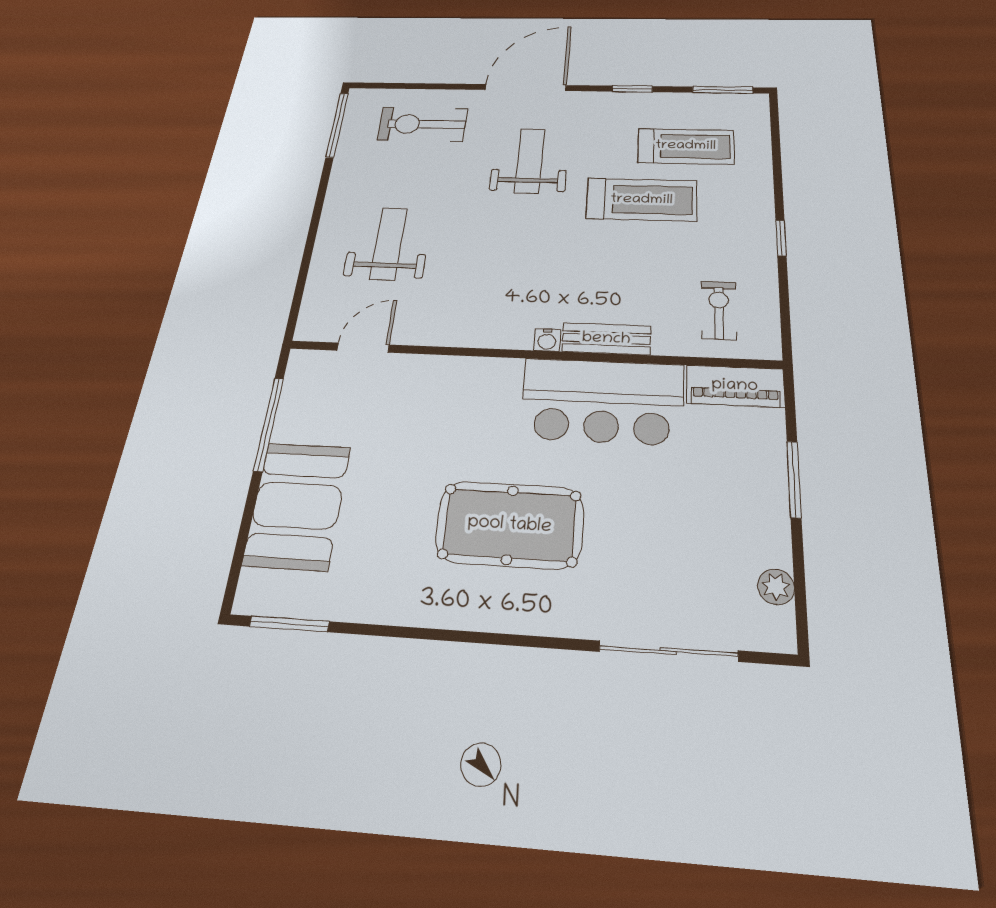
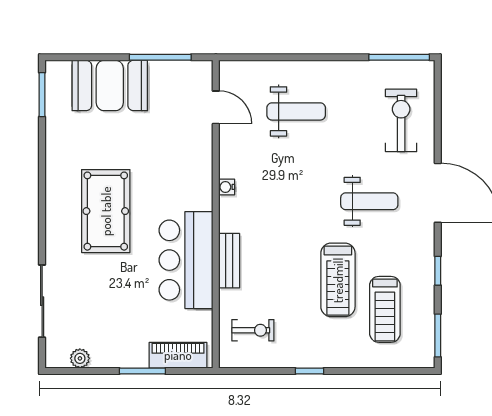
water cooler: (547, 340) -> (227, 187), moved
piano: (735, 386) -> (178, 355), moved, turned 90

